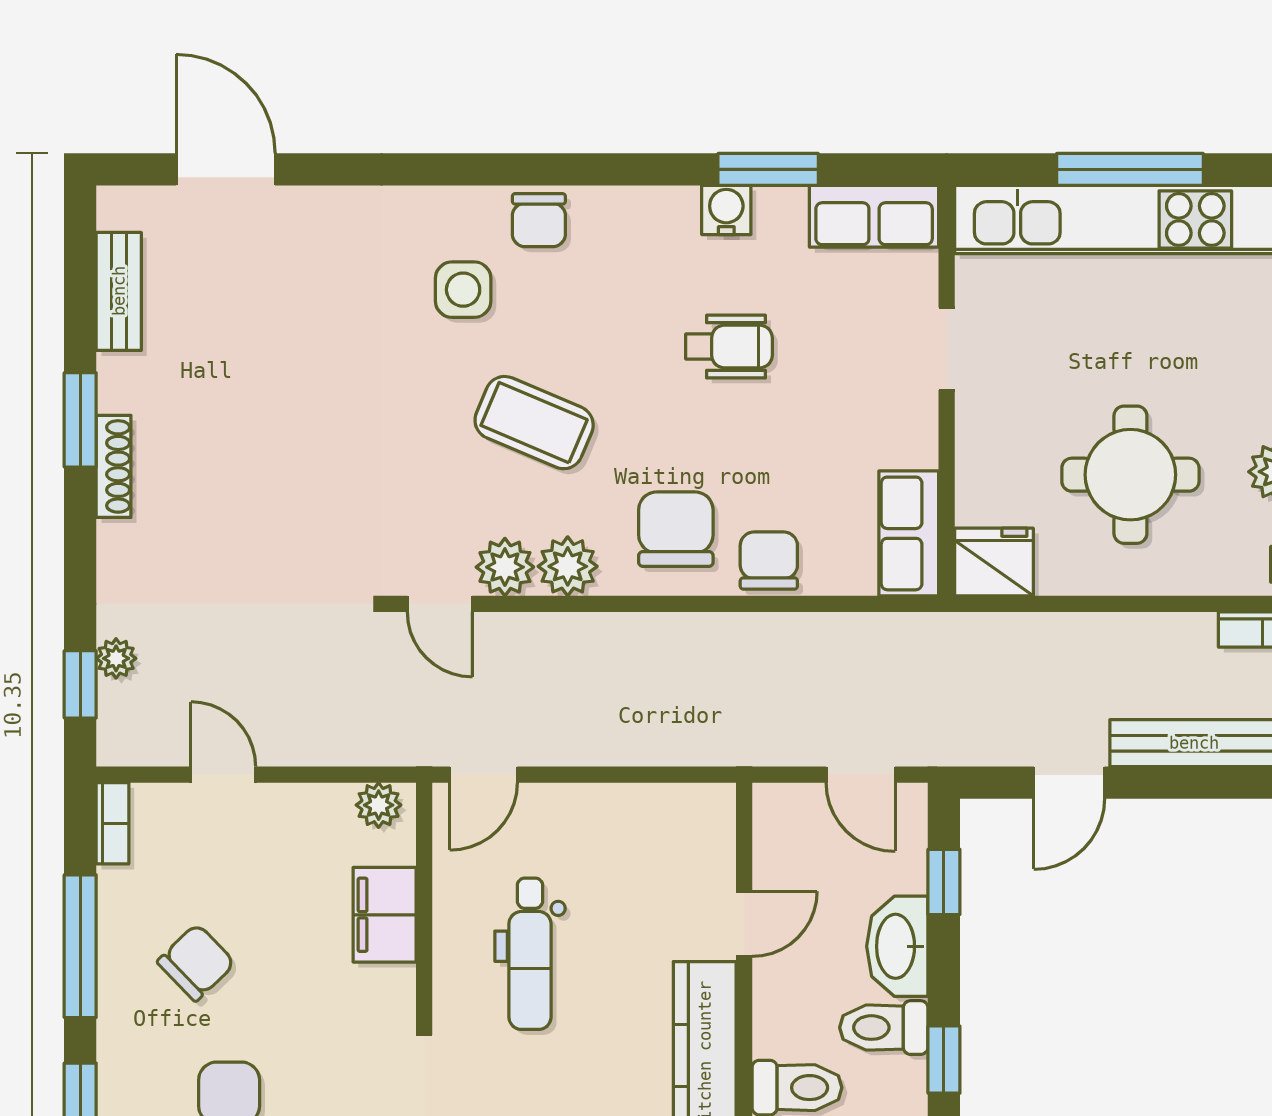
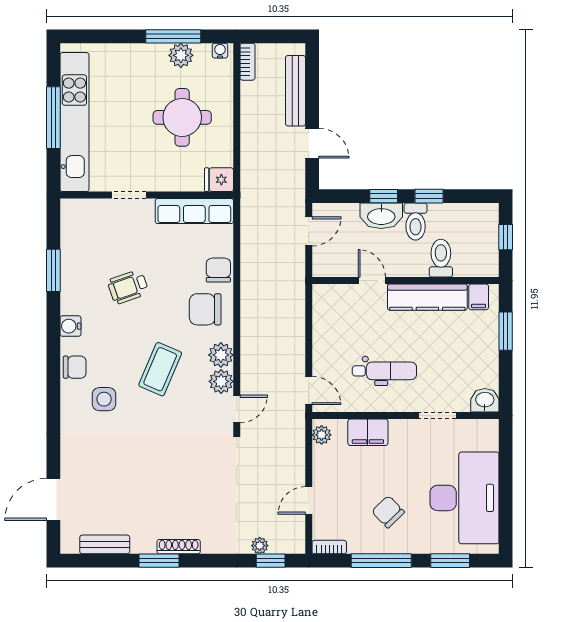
water cooler: (726, 210) -> (70, 326), moved
row of seats: (874, 216) -> (73, 226), removed
wheelchair: (729, 347) -> (128, 287), turned -109
row of seats: (909, 533) -> (194, 211), width x1.48
chair: (769, 561) -> (218, 270), turned 90
fridge: (994, 562) -> (219, 180), width x0.72
window: (944, 882) -> (384, 196), moved

